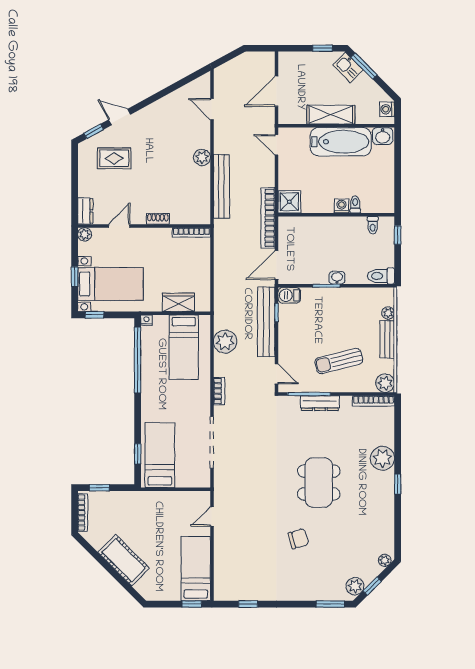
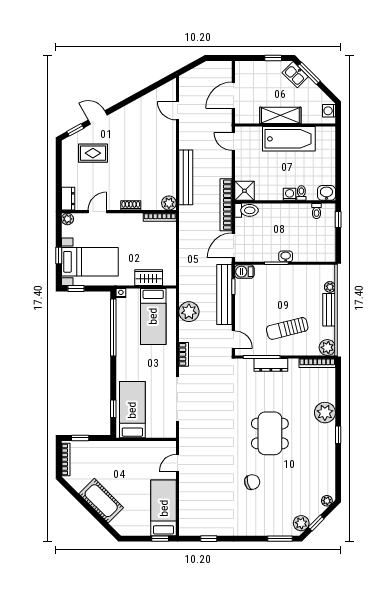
washbasin: (383, 136) -> (326, 193), moved, turned 180
plant: (202, 157) -> (169, 203), moved
toilet: (381, 276) -> (246, 210), moved, turned 180

